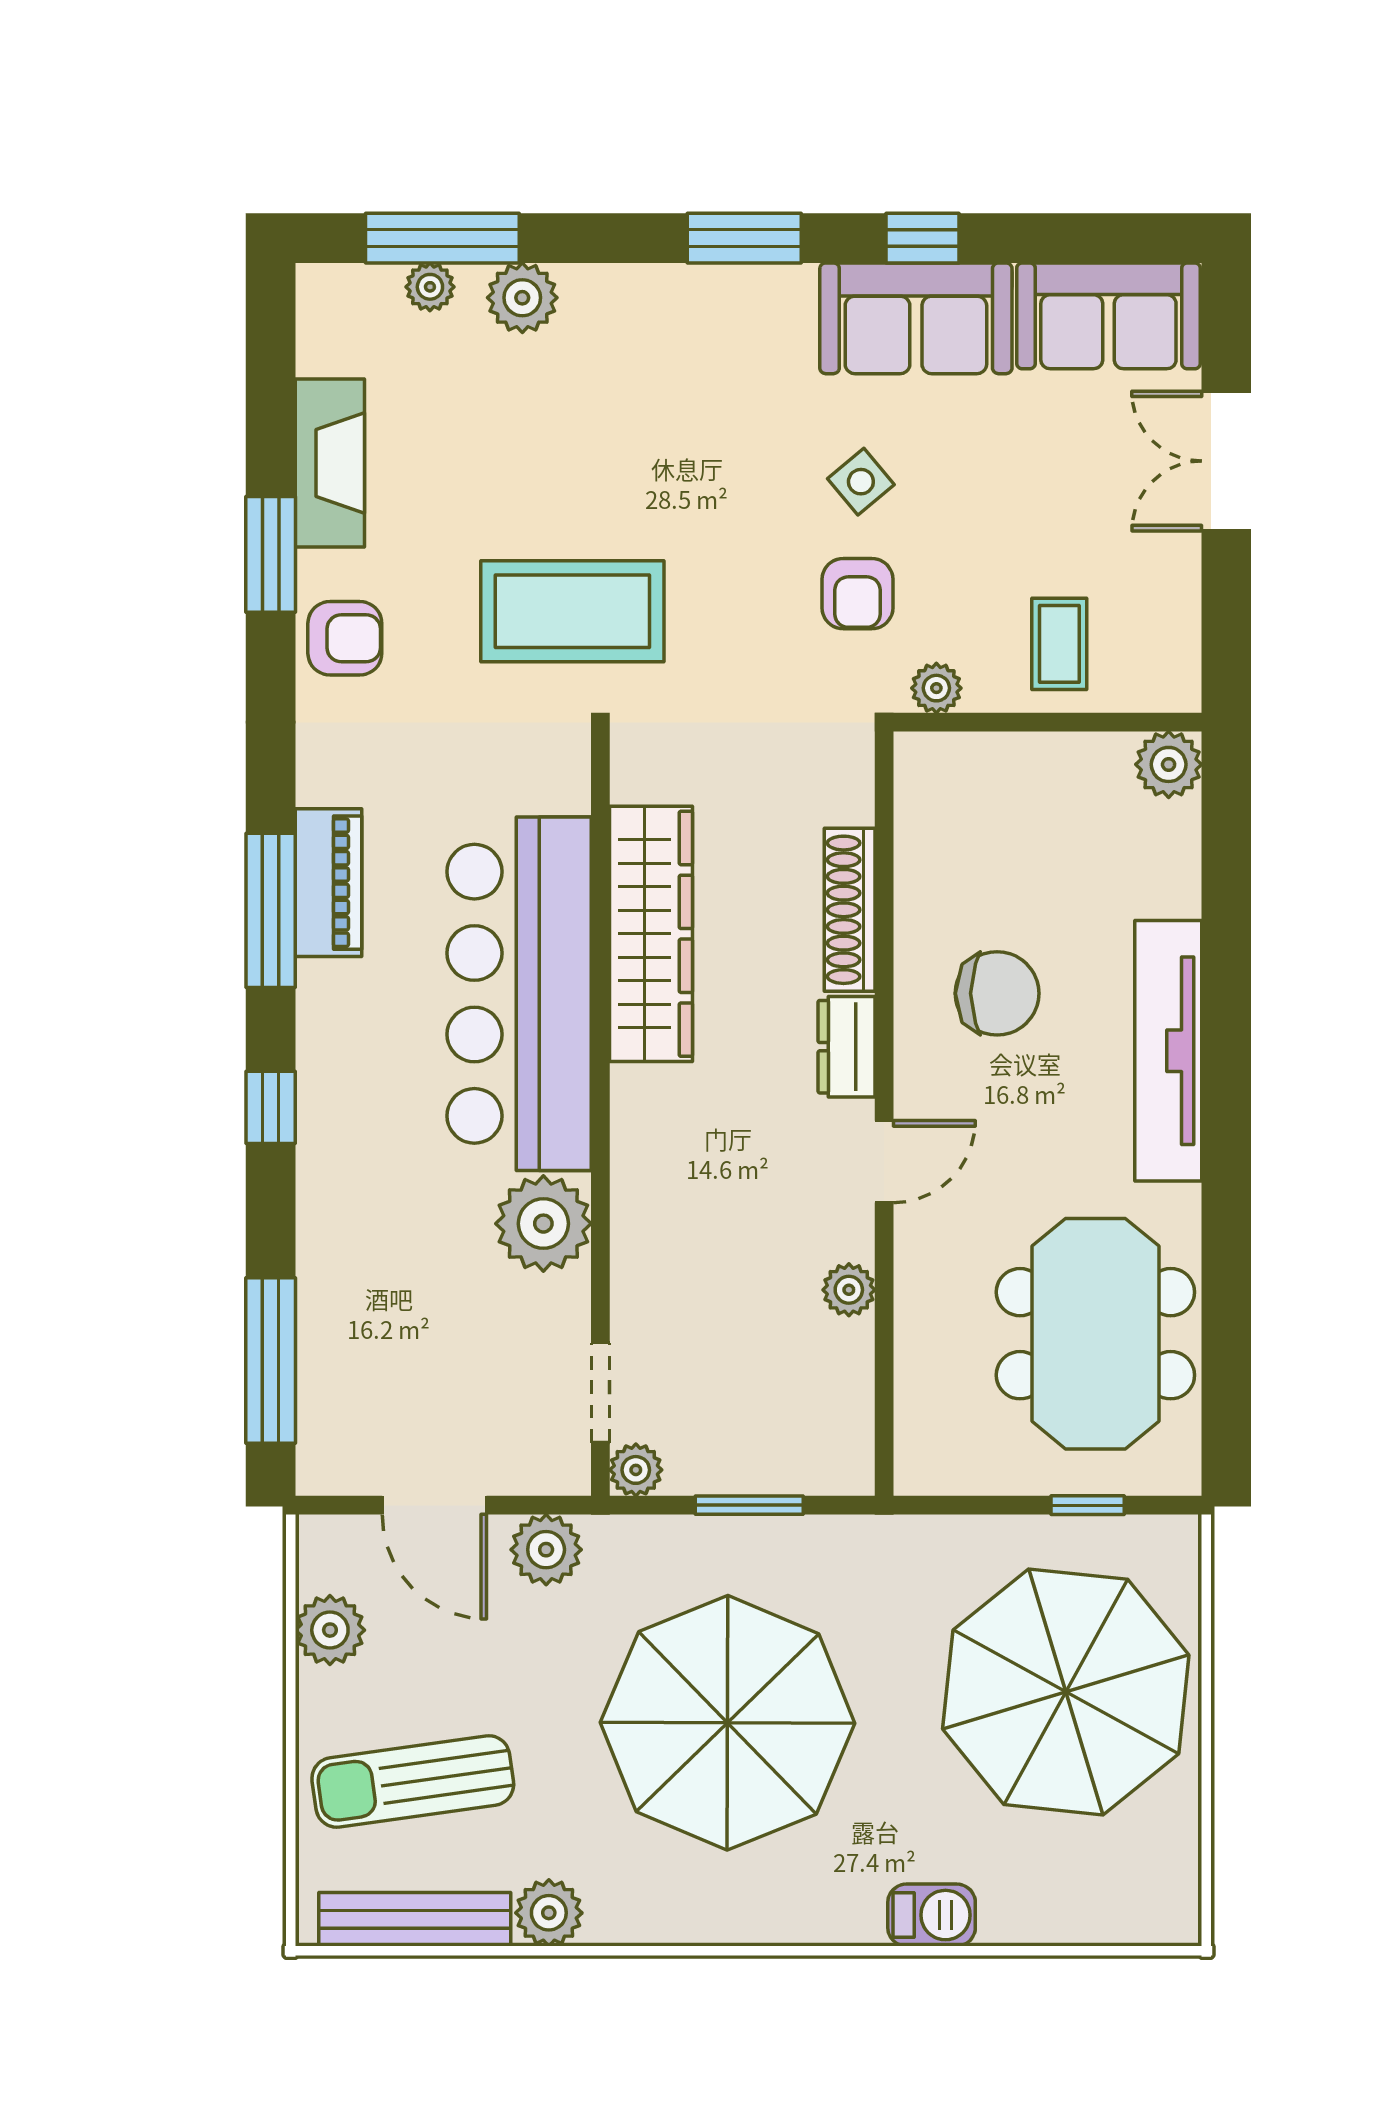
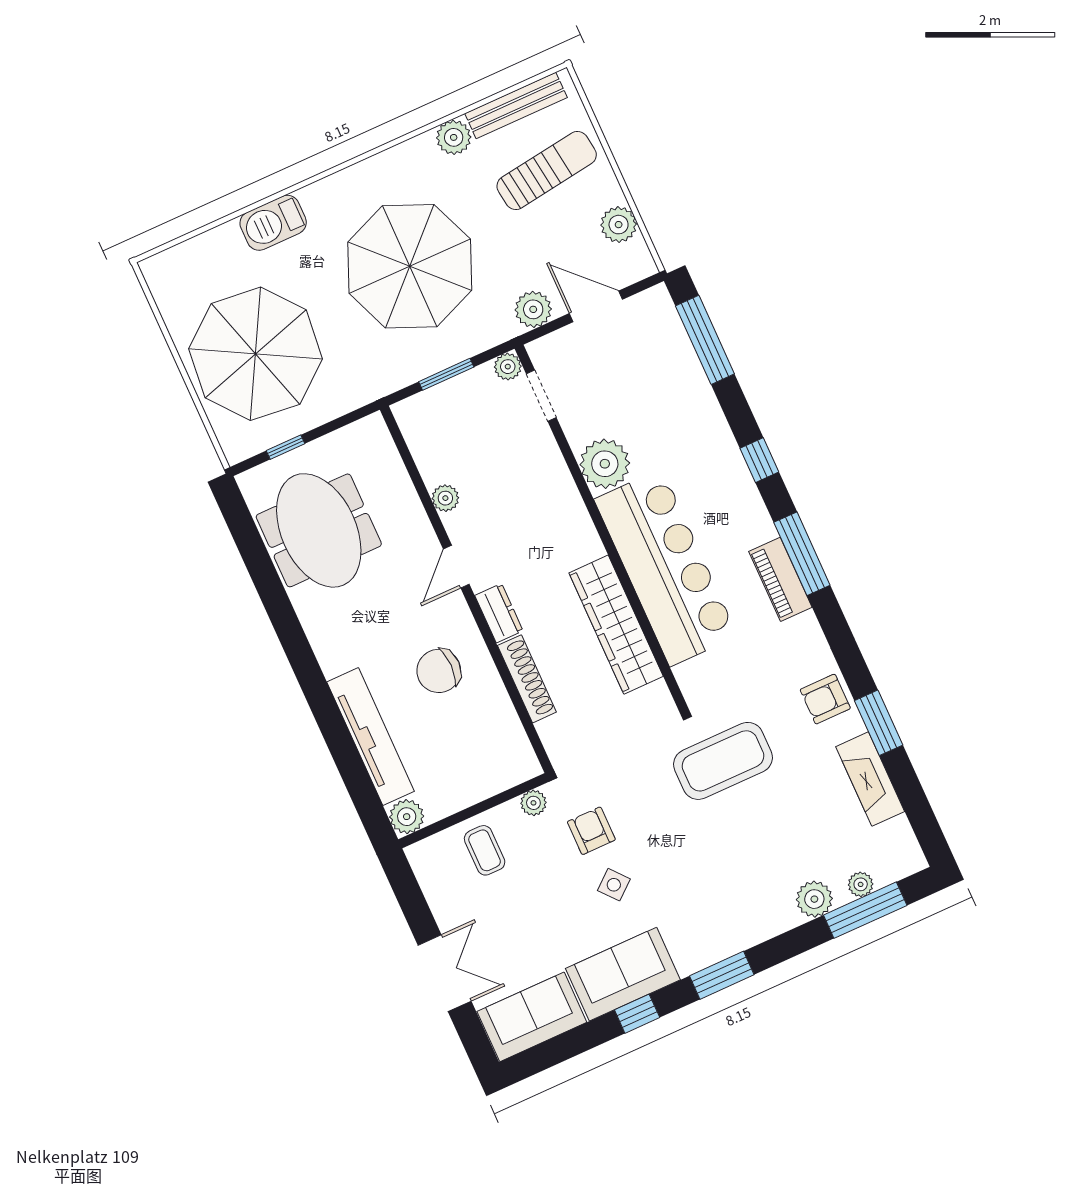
tv unit: (1168, 1051) -> (371, 737), moved
barbecue: (932, 1915) -> (273, 223), width x1.38, depth x1.27

